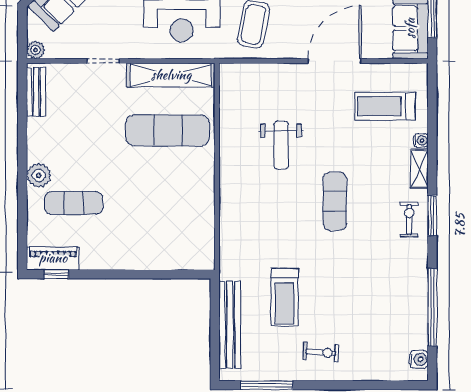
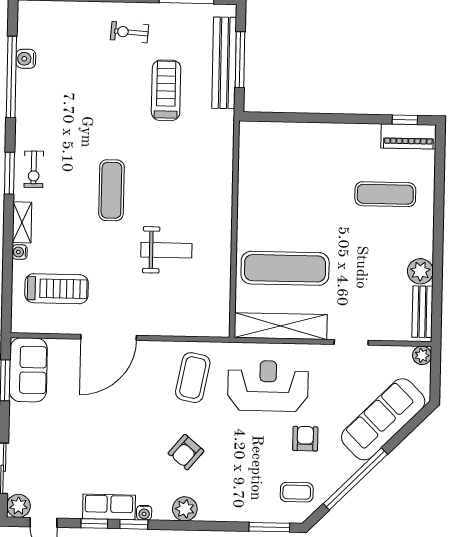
weight bench: (281, 145) -> (166, 250), turned 90
plant: (39, 175) -> (420, 271), moved
window: (215, 328) -> (240, 60), added
water cooler: (419, 359) -> (26, 59), moved

